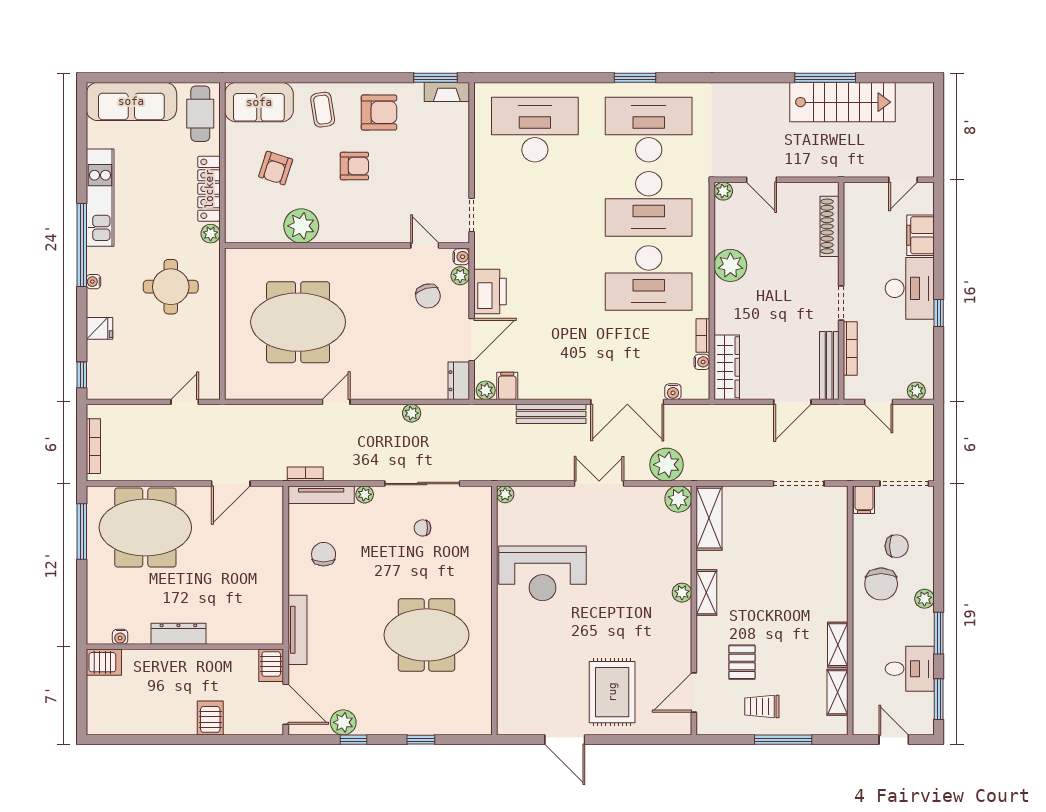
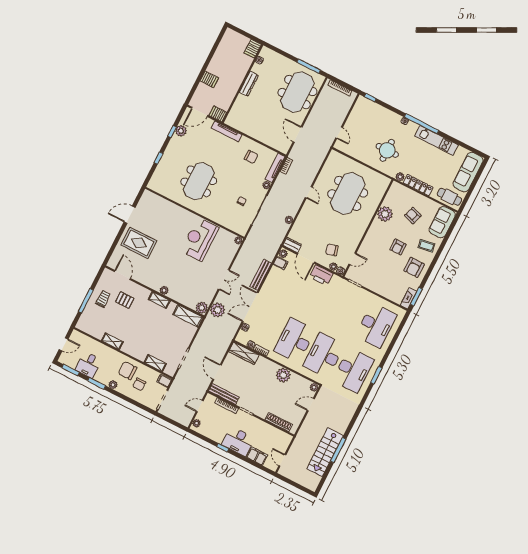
fridge: (99, 328) -> (385, 114), removed
shelving: (838, 692) -> (155, 363), moved

